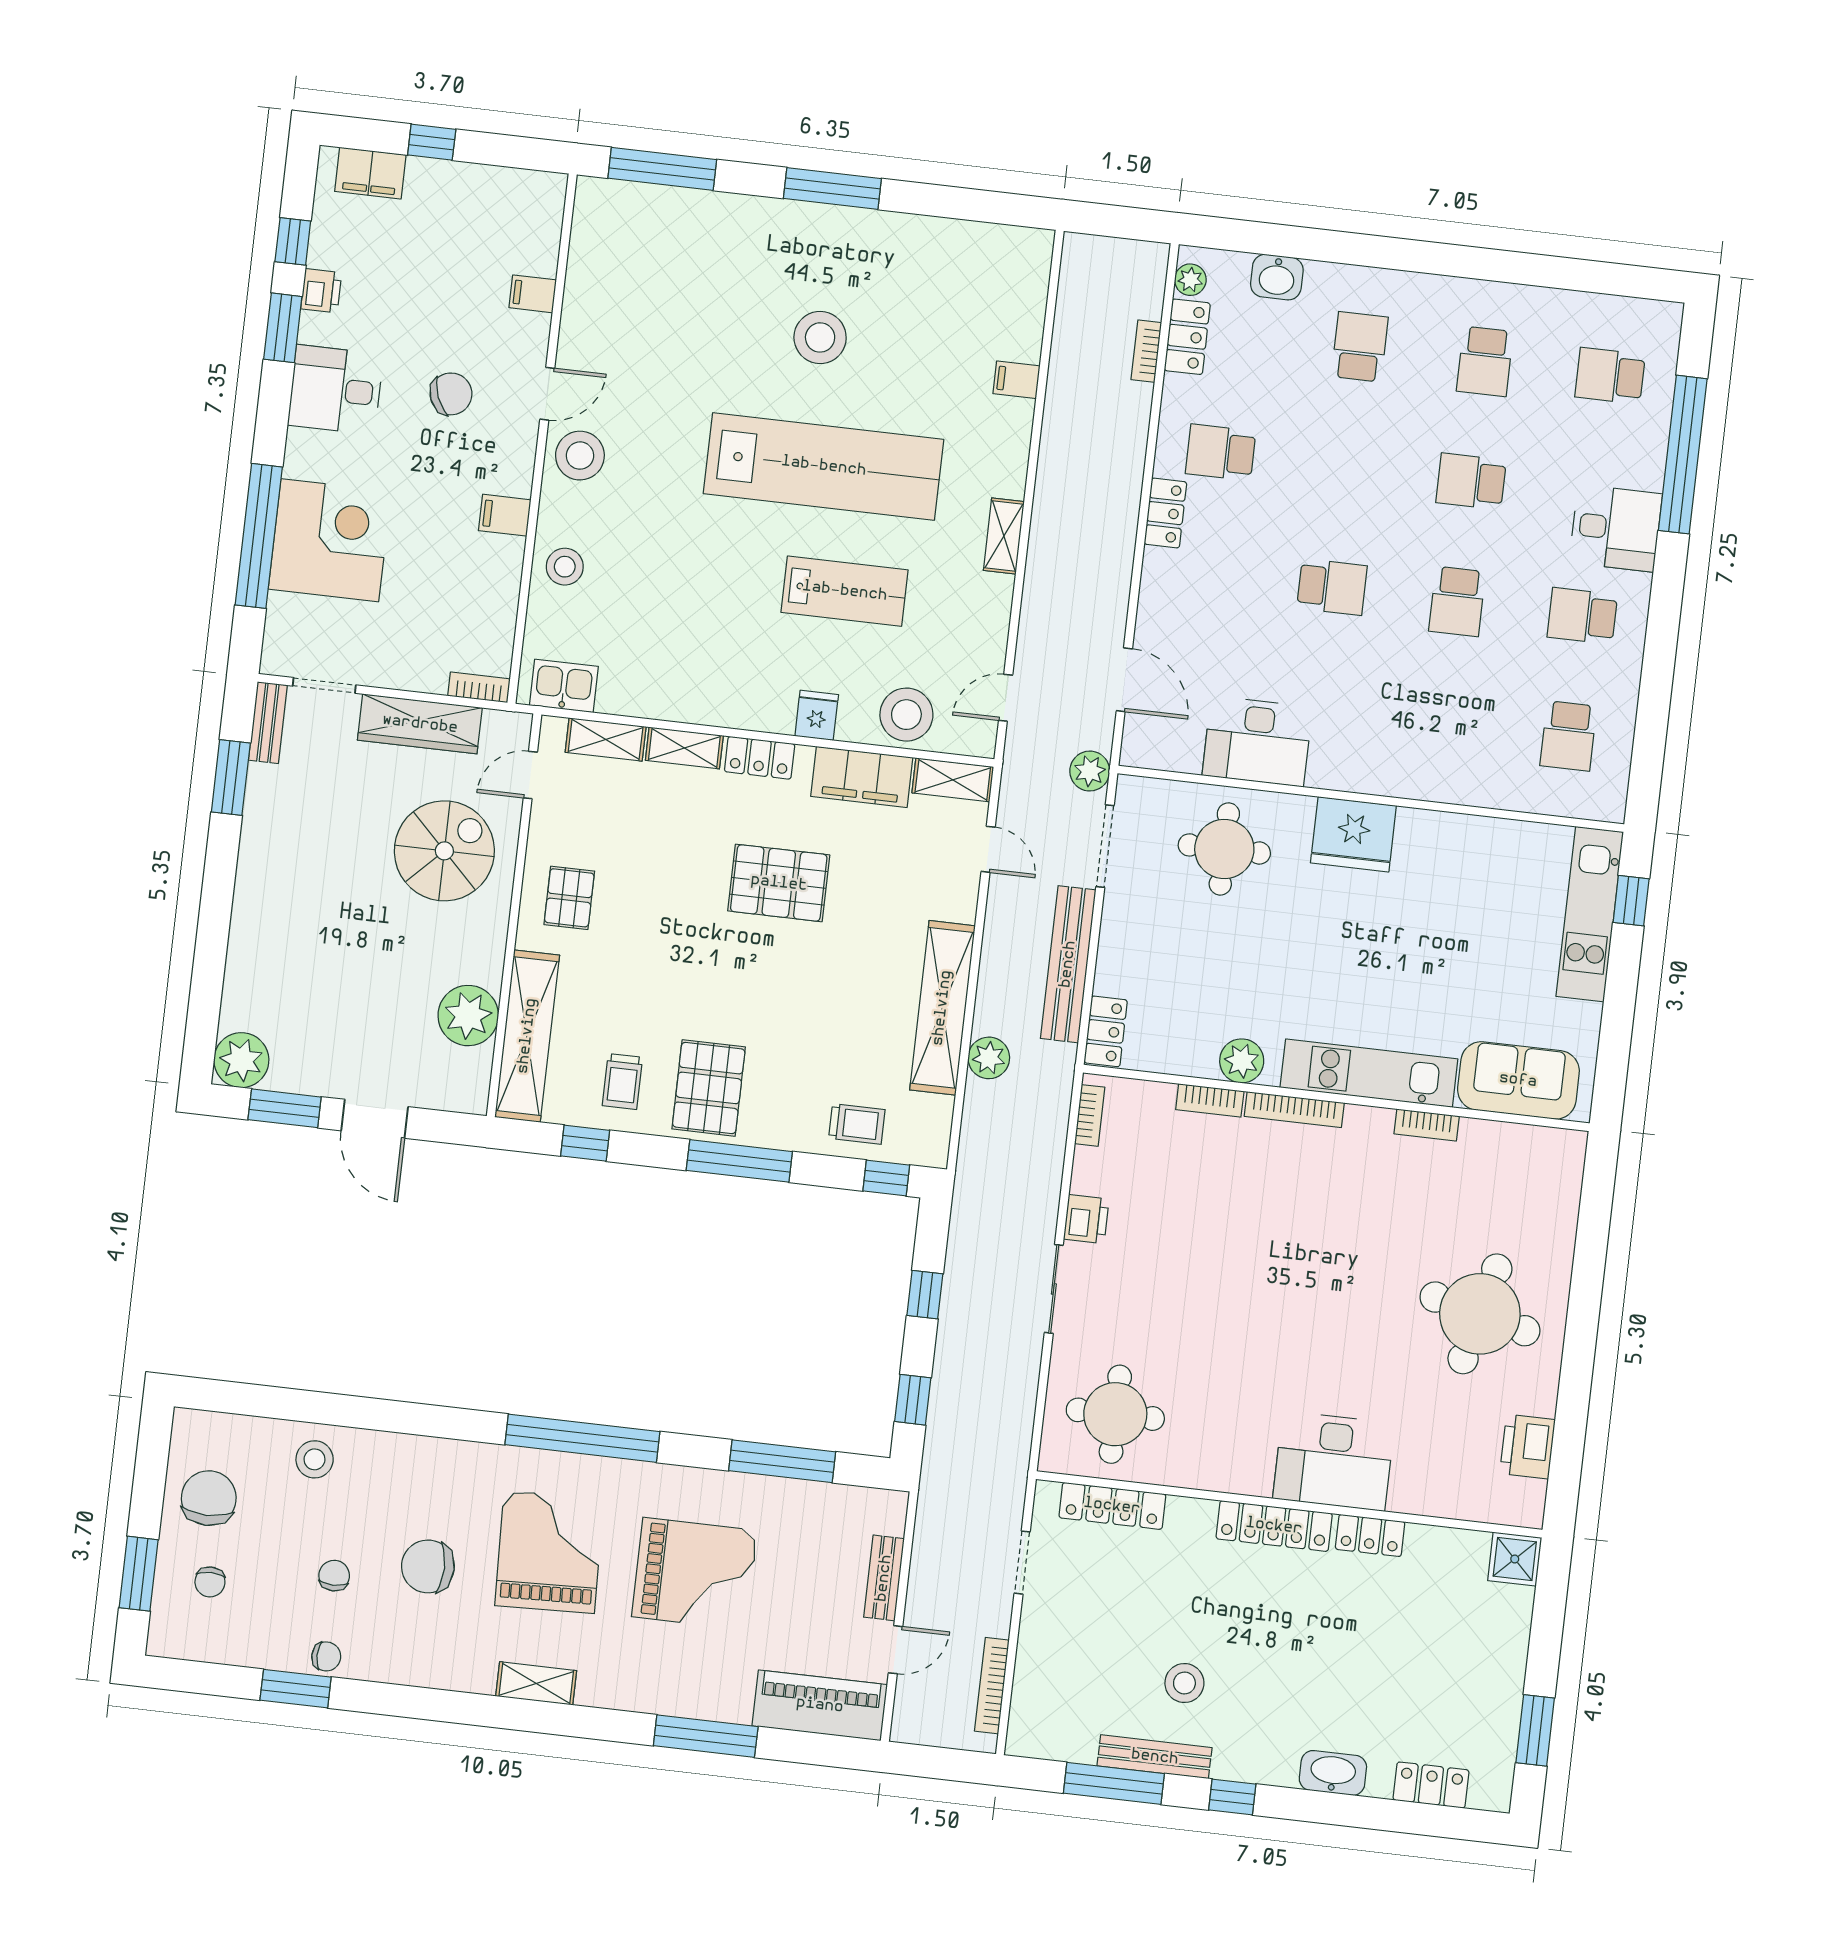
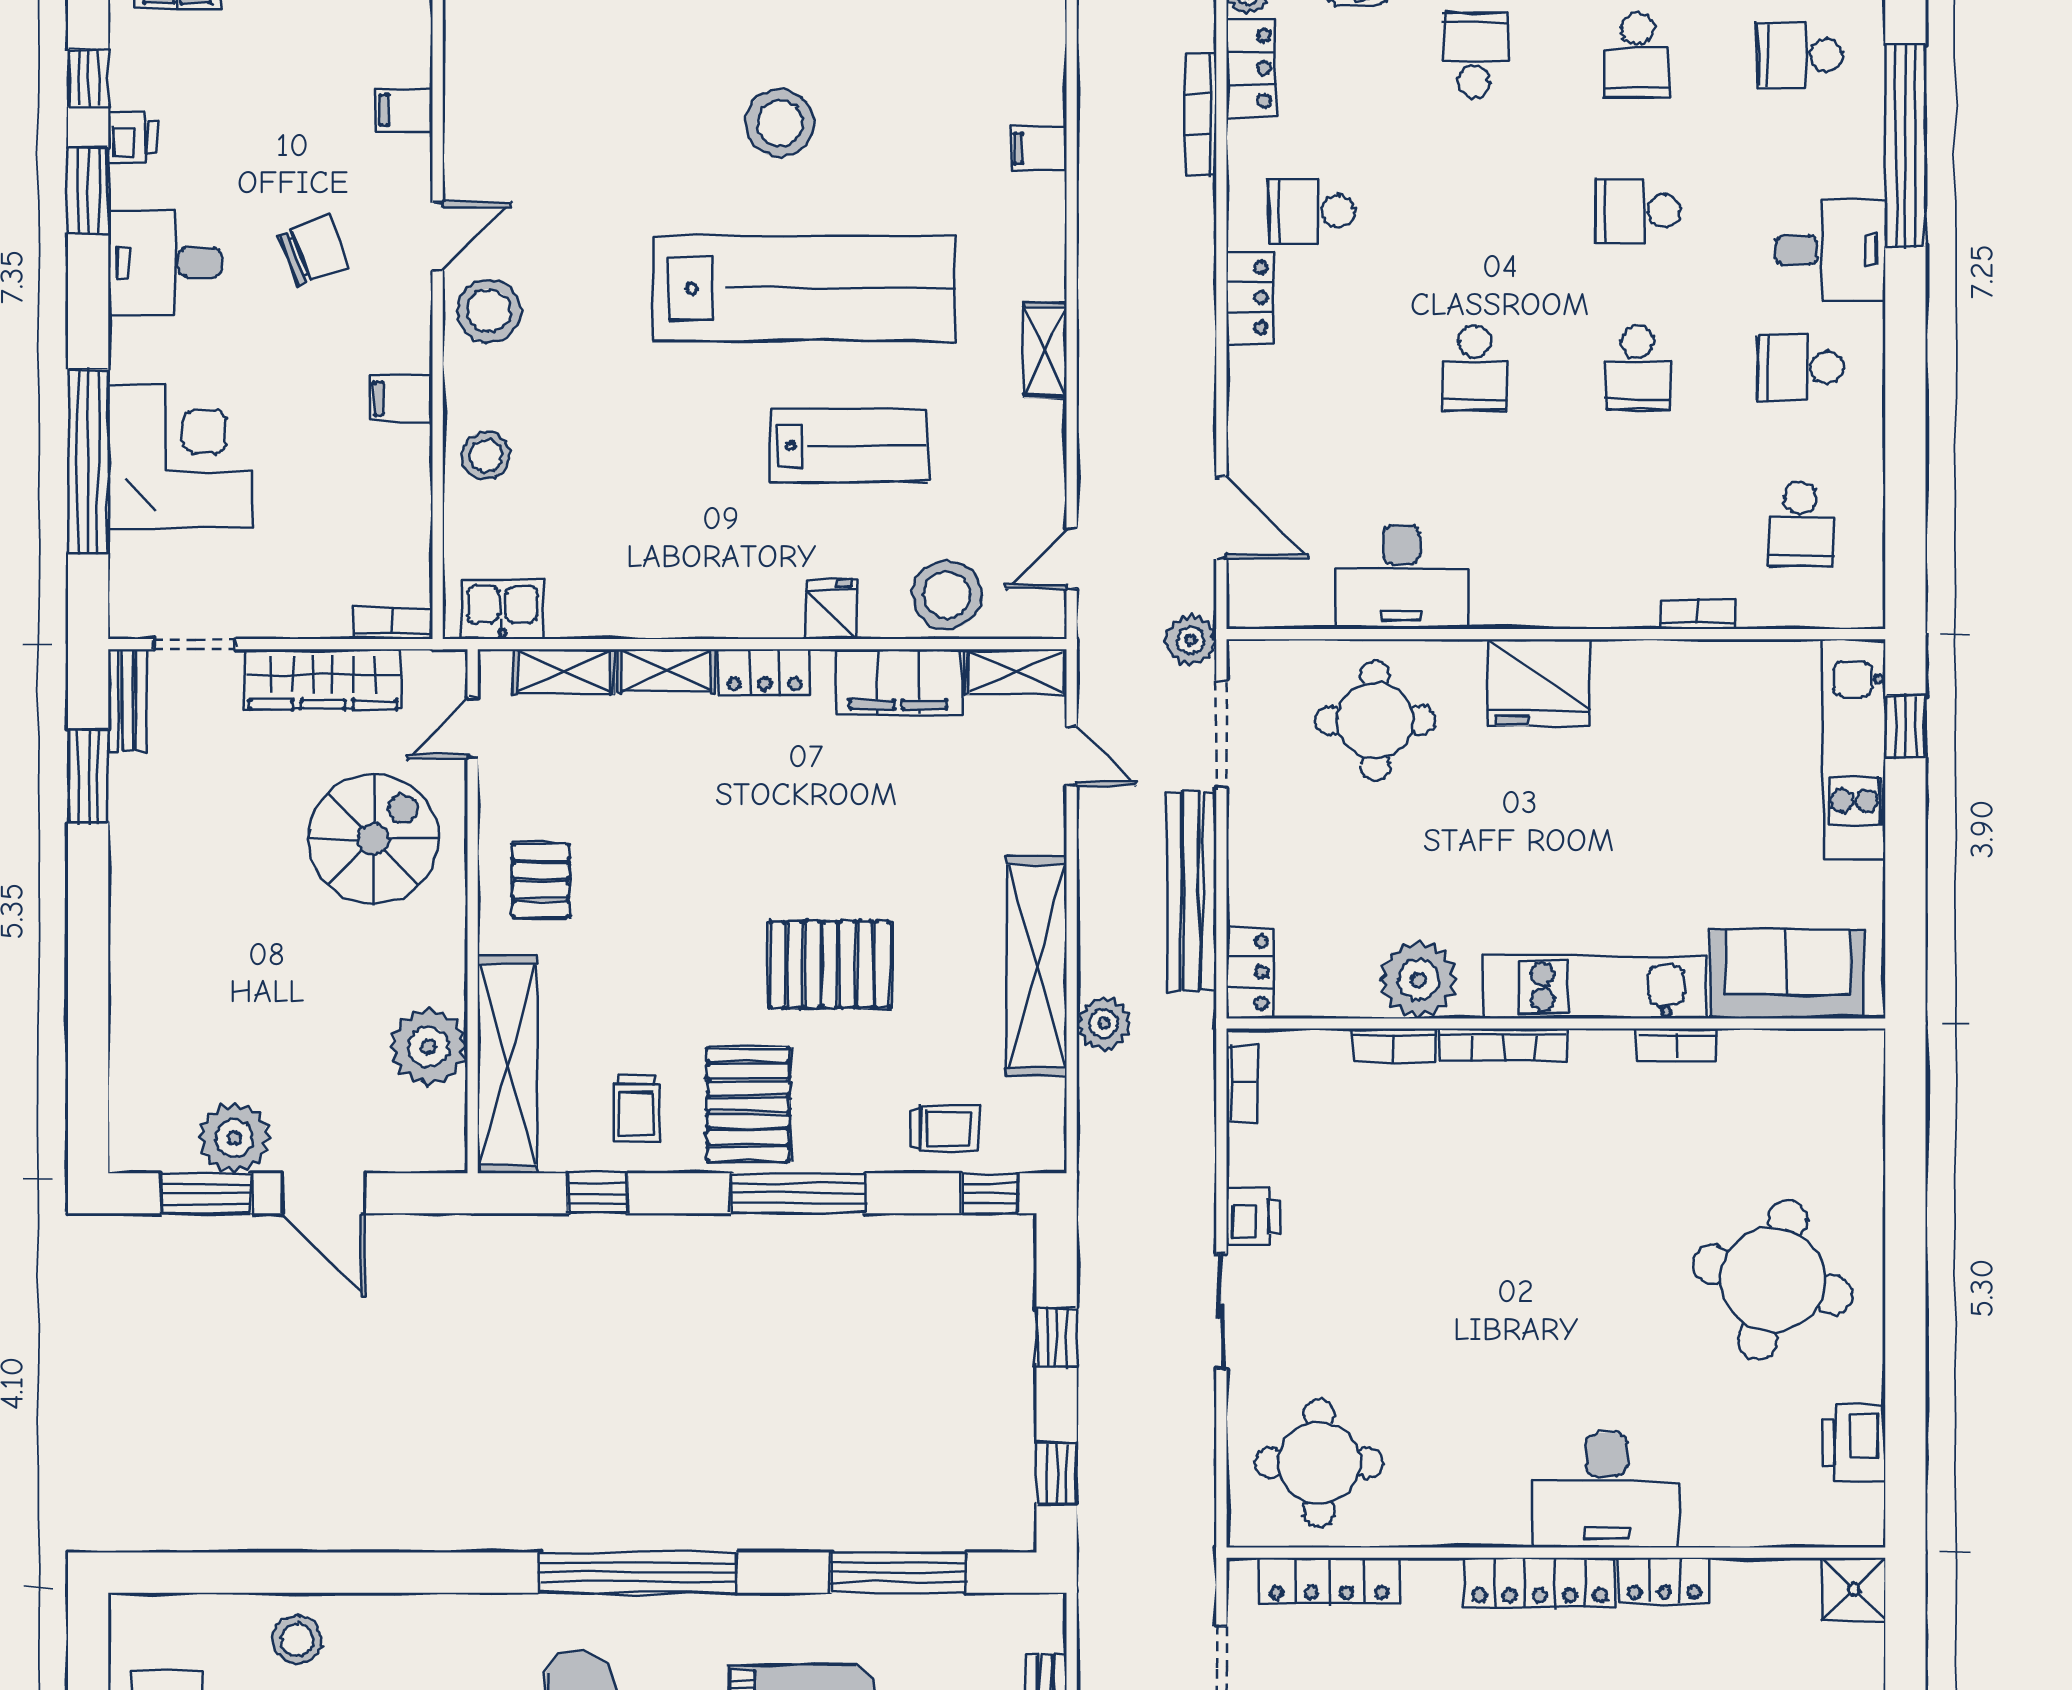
bookcase: (1146, 351) -> (1201, 114), width x1.56
school desk: (1332, 587) -> (1474, 368), turned 90
bookcase: (1482, 796) -> (1698, 614), added
pallet: (779, 883) -> (830, 964), moved
plant: (241, 1060) -> (234, 1138), moved
plant: (1242, 1061) -> (1419, 980), width x1.36, depth x1.36

